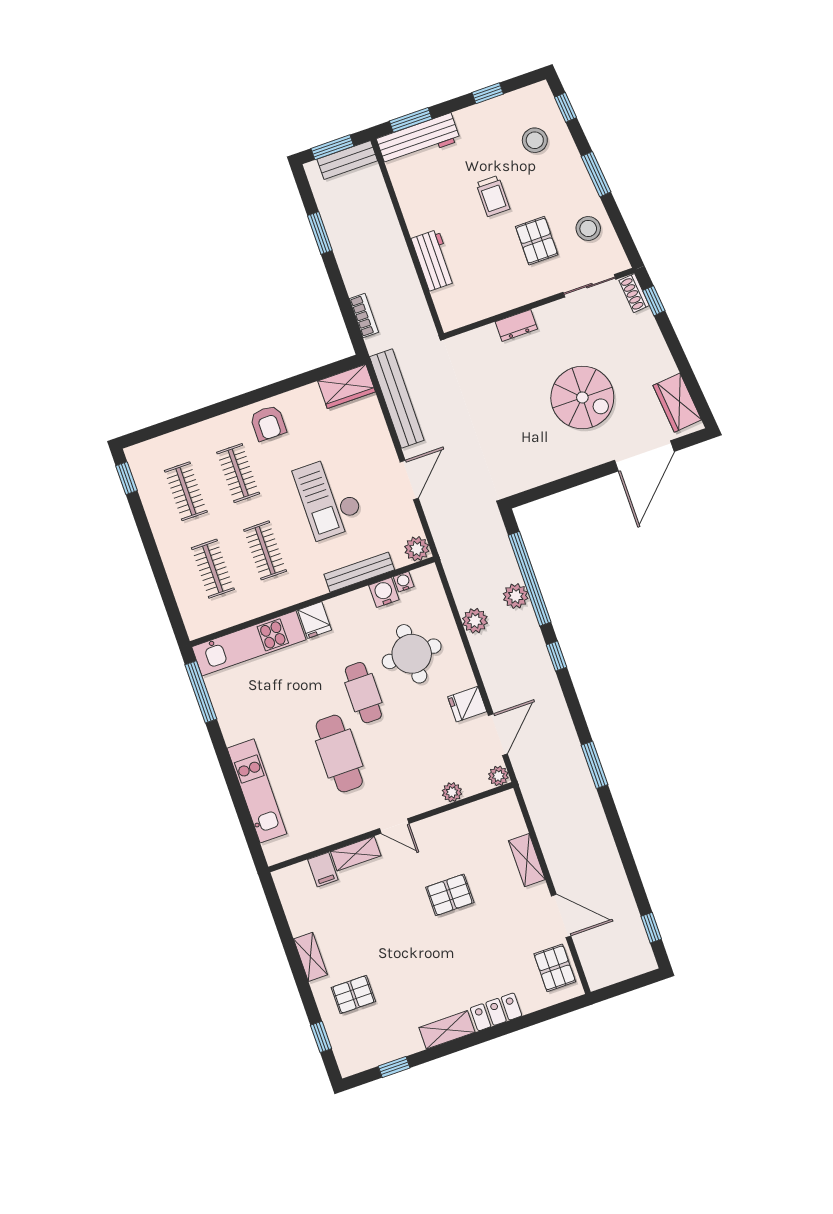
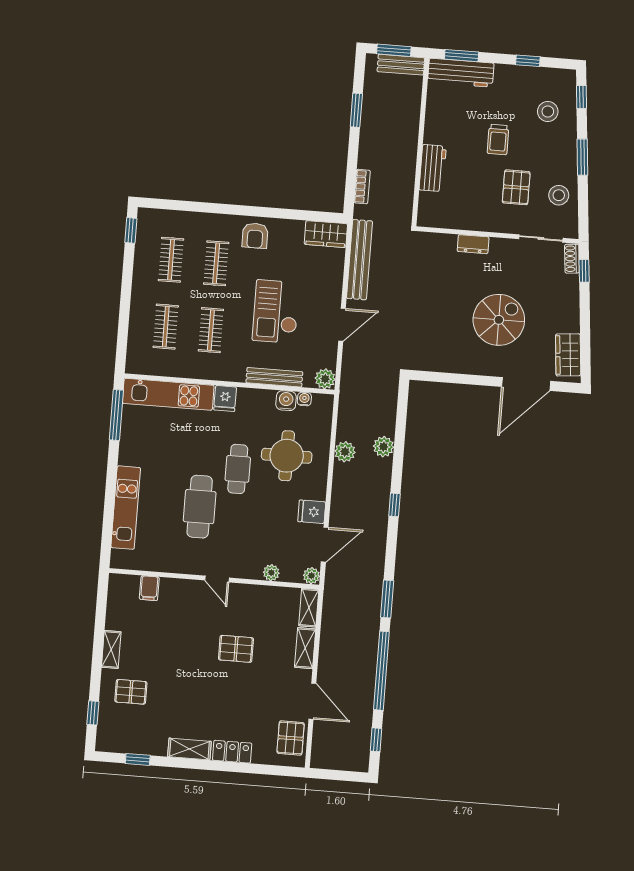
spiral stairs: (582, 397) -> (499, 320), turned -90
window: (530, 579) -> (381, 671), moved
shelving: (356, 854) -> (309, 608), moved, turned 90

